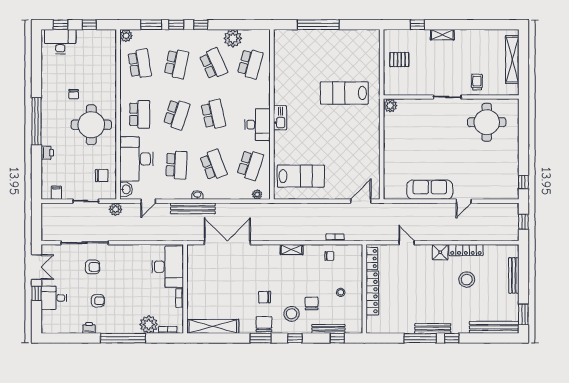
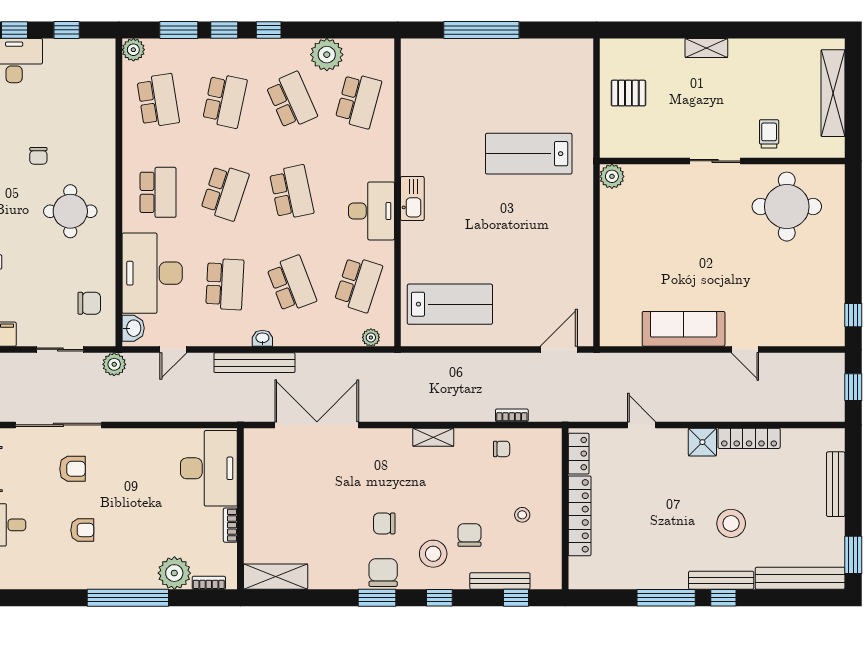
window: (417, 25) -> (661, 30), removed
round table: (91, 125) -> (70, 211), width x0.73, depth x0.73
door: (464, 201) -> (745, 349), hinge flipped
stool: (467, 280) -> (731, 523), moved
shelving: (213, 326) -> (276, 577), width x0.68
printer: (89, 328) -> (66, 579), removed
bench: (433, 328) -> (721, 580), moved

